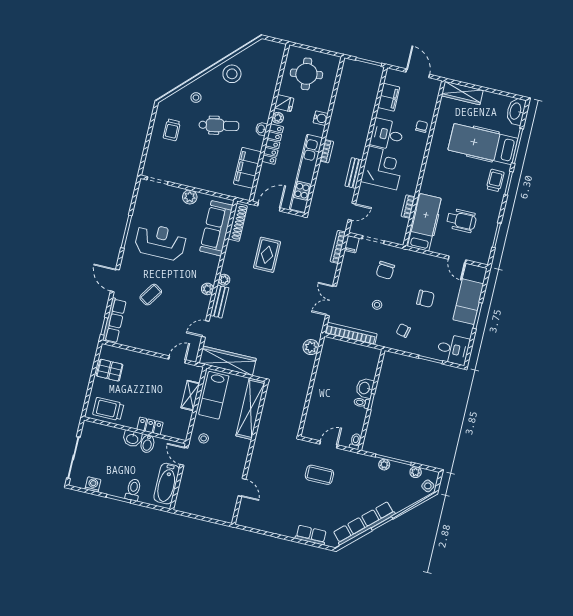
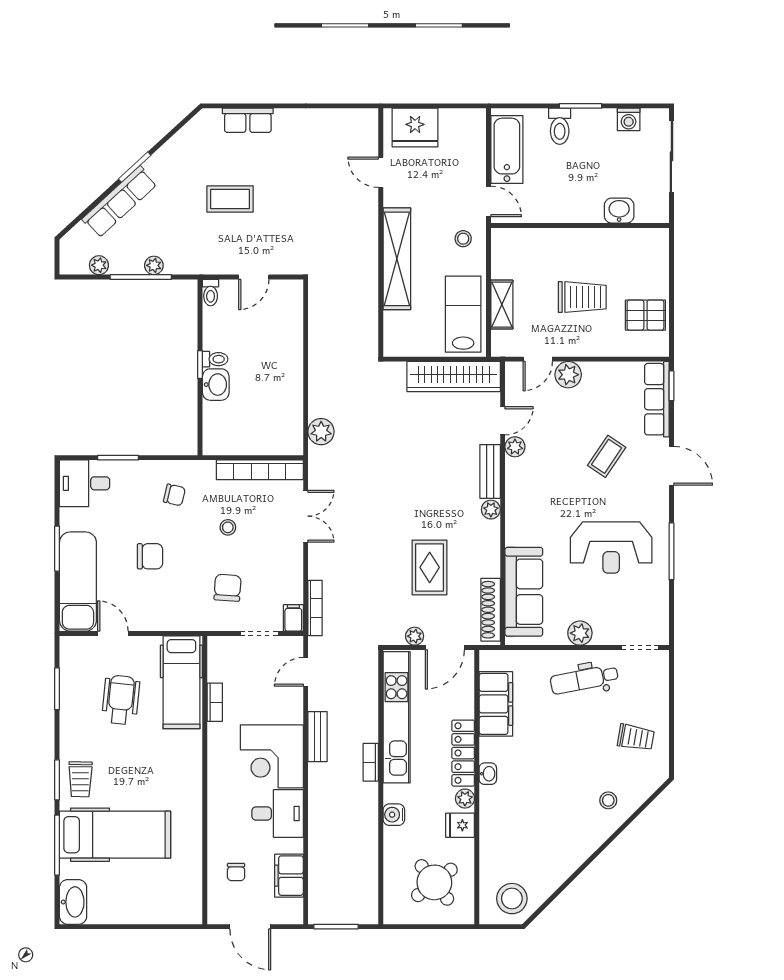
stool: (232, 74) -> (512, 899), moved
round table: (306, 74) -> (434, 882), turned -30
wardrobe: (462, 93) -> (169, 911), removed
dental chair: (219, 125) -> (584, 679), moved
chair: (422, 127) -> (236, 872), moved
trolley: (172, 130) -> (636, 737), turned 100
plant: (285, 217) -> (415, 636), added
wheelchair: (461, 220) -> (121, 700), turned 96
plant: (207, 289) -> (515, 447), moved
chair: (425, 299) -> (150, 556), turned 180
plant: (162, 346) -> (568, 375), added
trolley: (108, 409) -> (582, 297), moved
shelving: (251, 409) -> (397, 259), moved
locker: (150, 426) -> (557, 239), removed
washbasin: (132, 439) -> (619, 211), moved
bidet: (147, 444) -> (554, 208), removed
coffee table: (319, 475) -> (230, 199), moved
side table: (428, 486) -> (73, 247), removed
fridge: (216, 508) -> (415, 128), added
row of seats: (364, 523) -> (119, 202), moved, width x0.73

